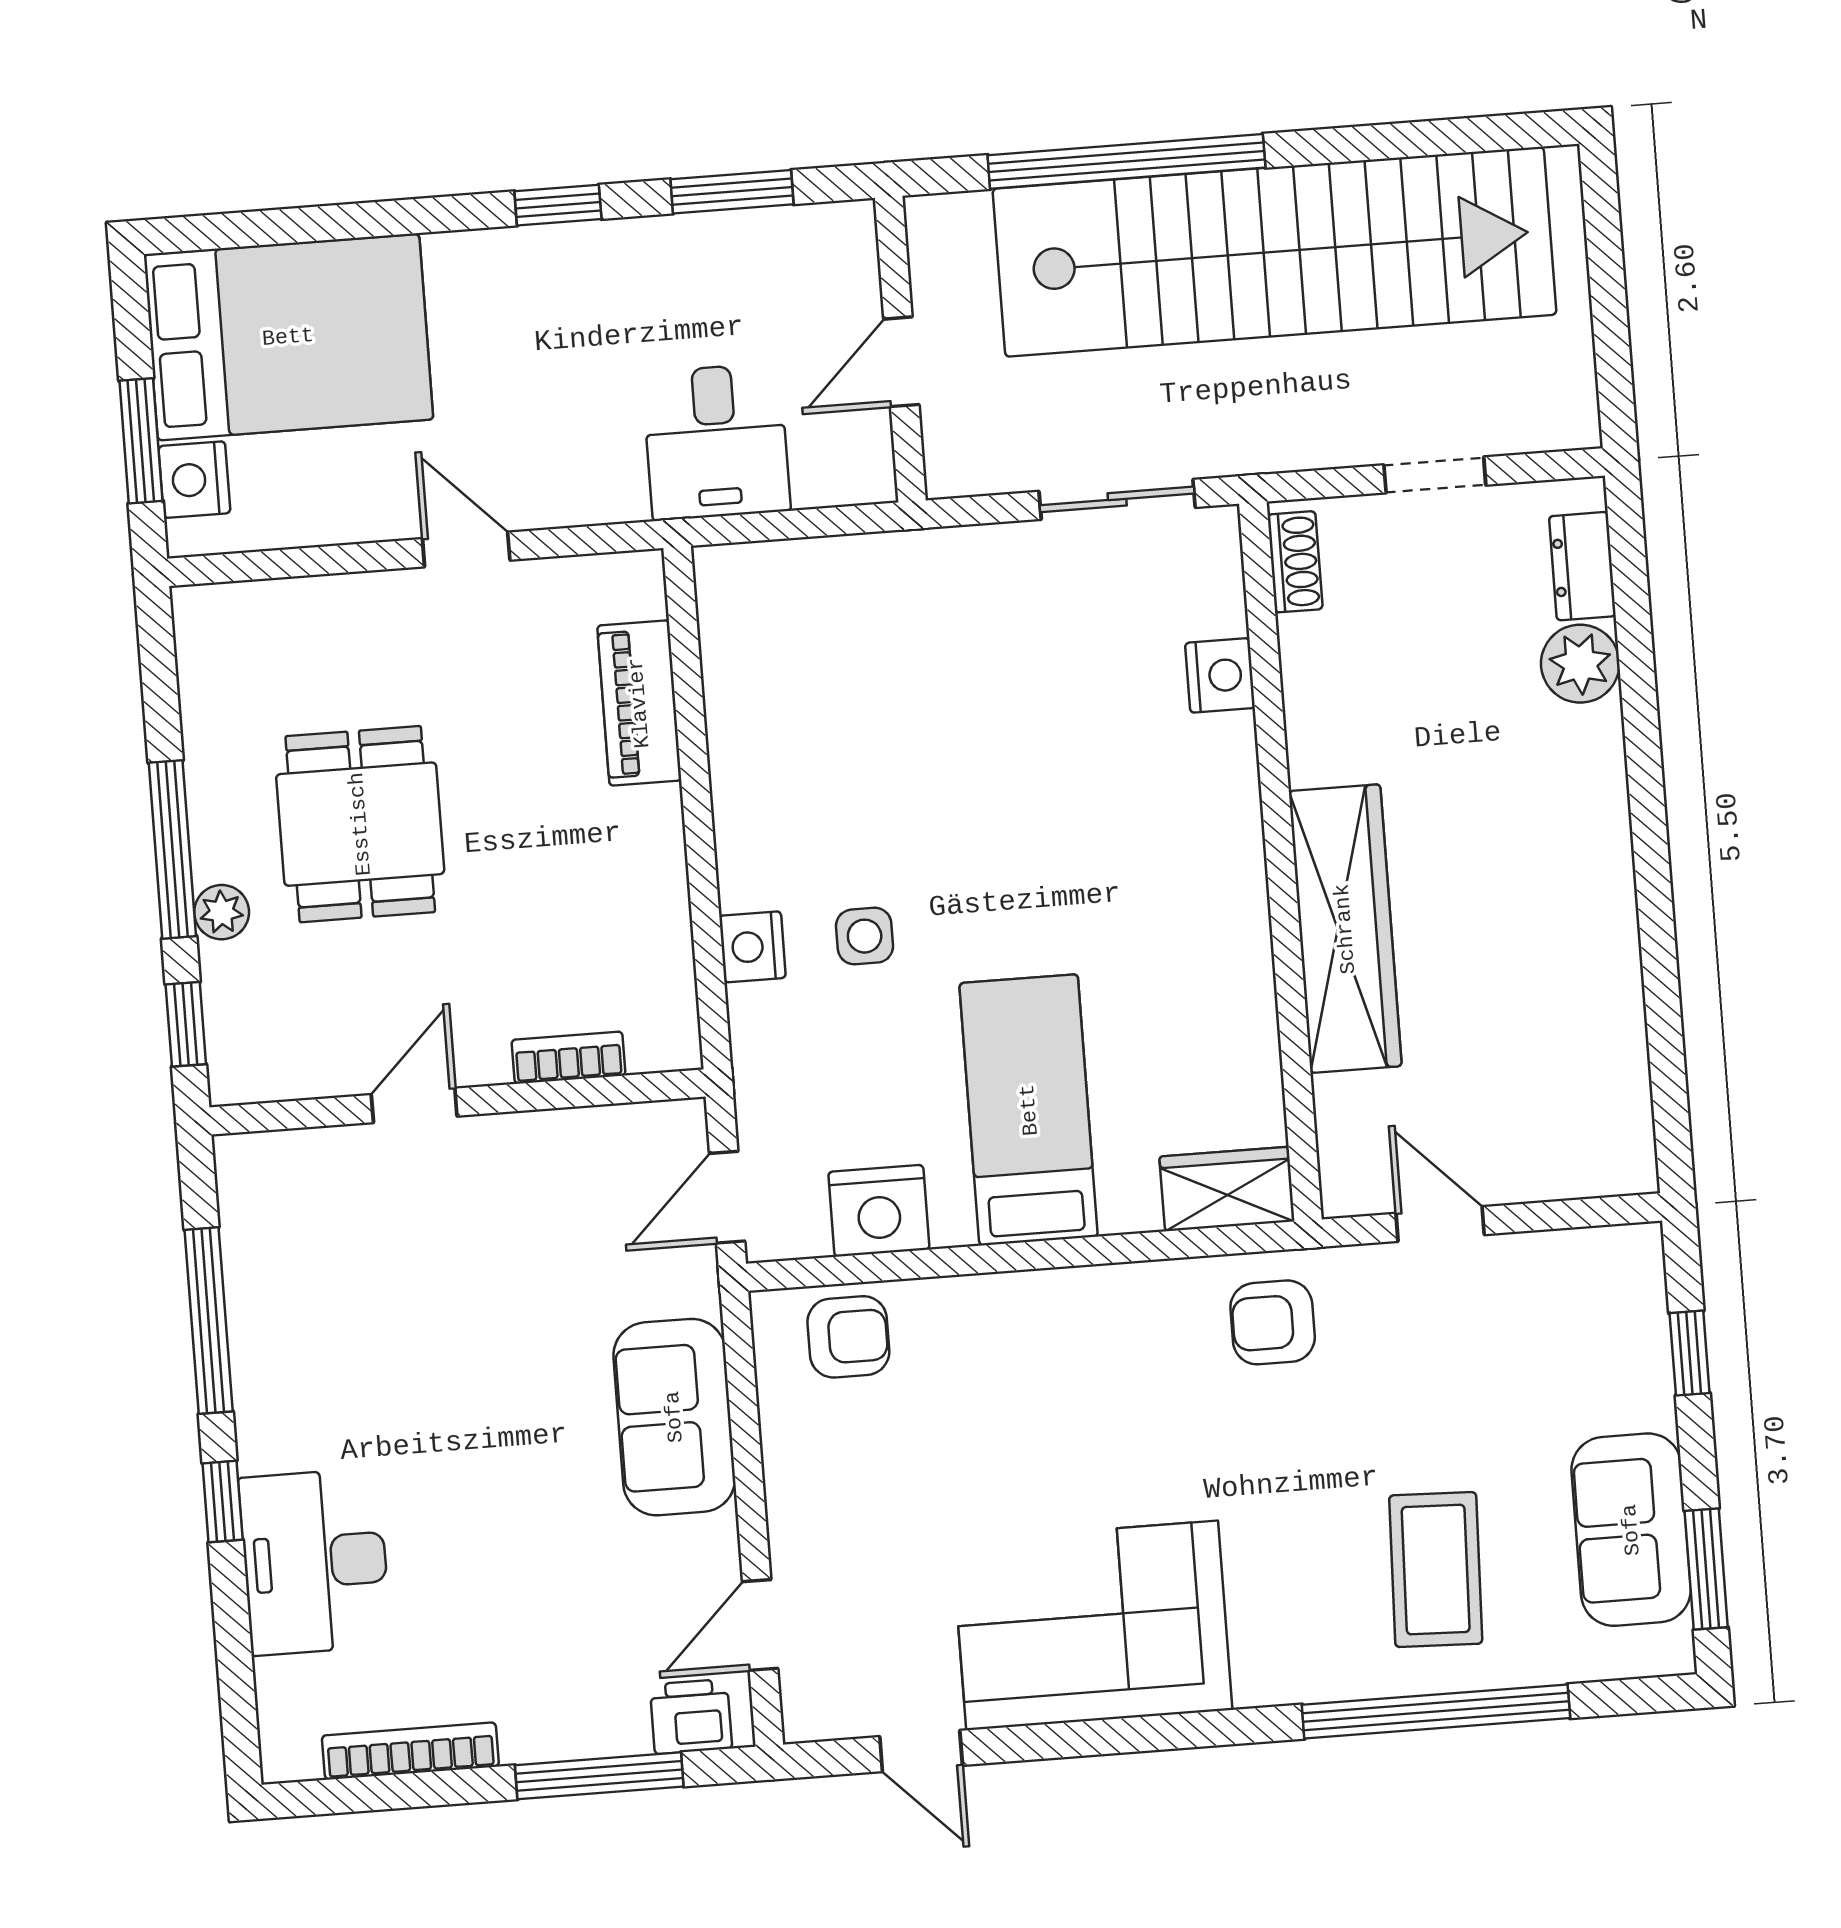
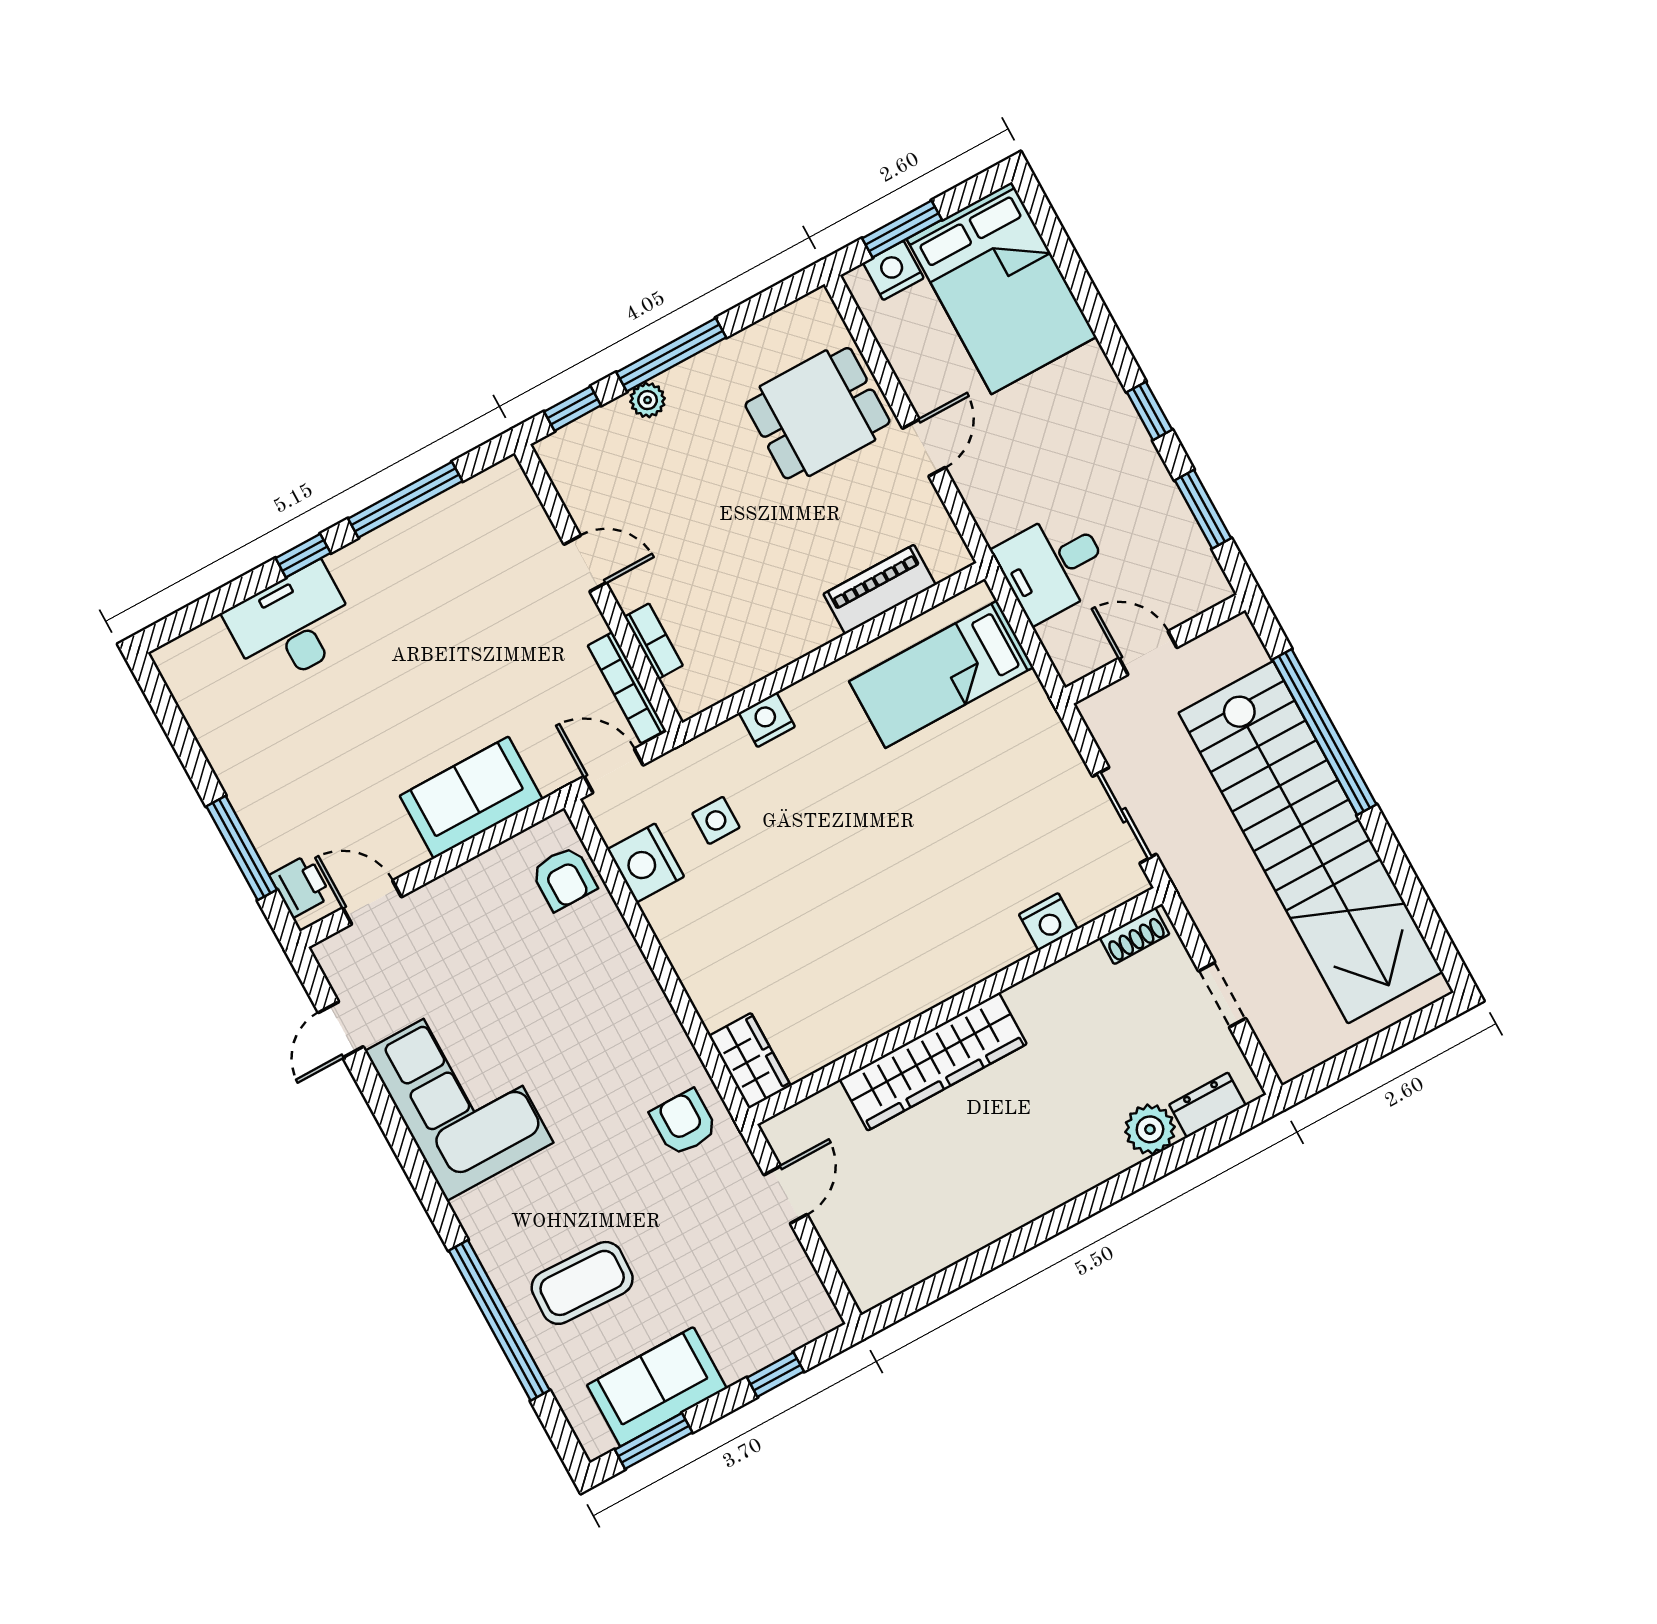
dining table: (360, 824) -> (817, 413), moved
side table: (865, 936) -> (716, 820), moved
bed: (1029, 1110) -> (941, 674), moved, turned 180
bookcase: (410, 1751) -> (627, 688), moved, turned 180

